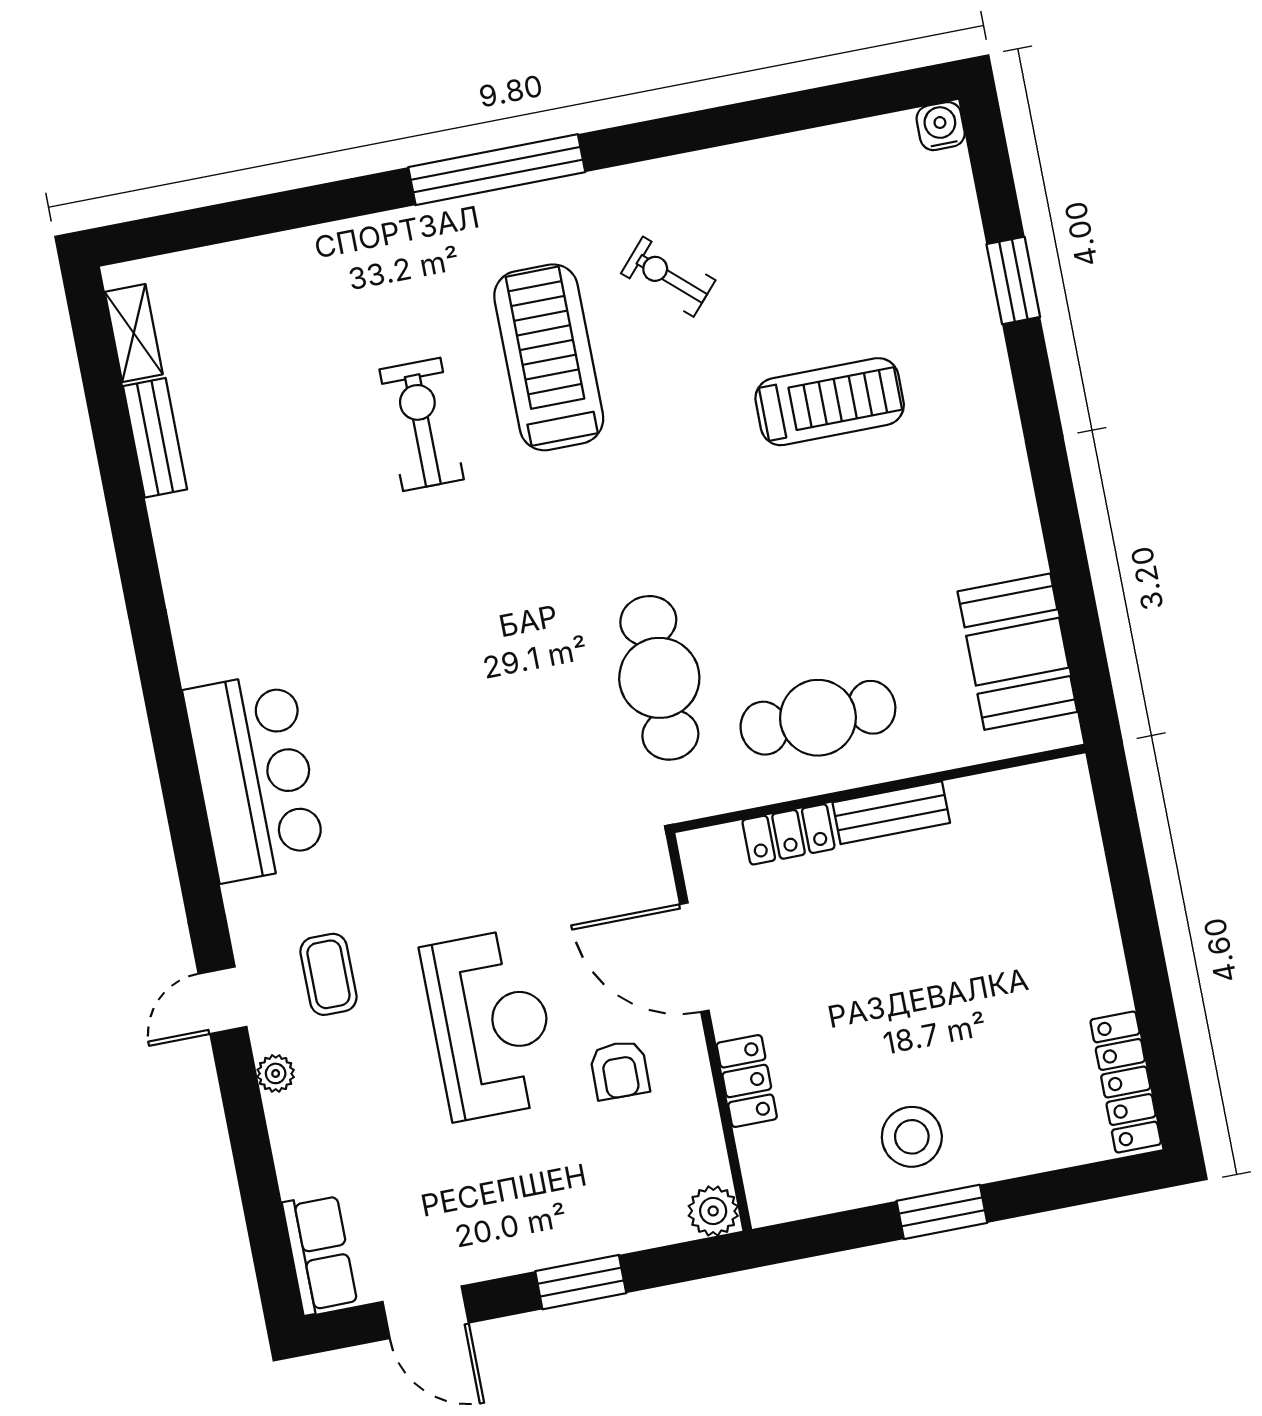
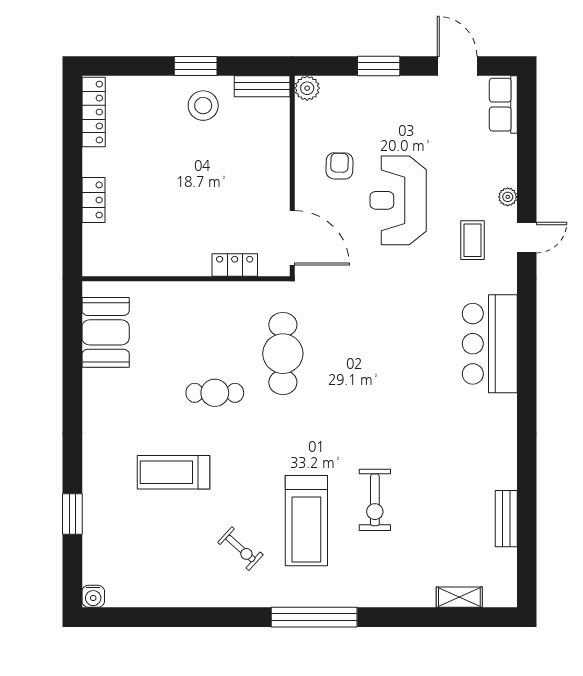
shelving: (134, 333) -> (459, 597), moved, turned 90
cafe table: (818, 718) -> (215, 393), moved, width x0.73, depth x0.74
bench: (891, 813) -> (262, 86), moved
door: (694, 957) -> (292, 238), moved
locker: (747, 1081) -> (93, 200), moved, turned 180

